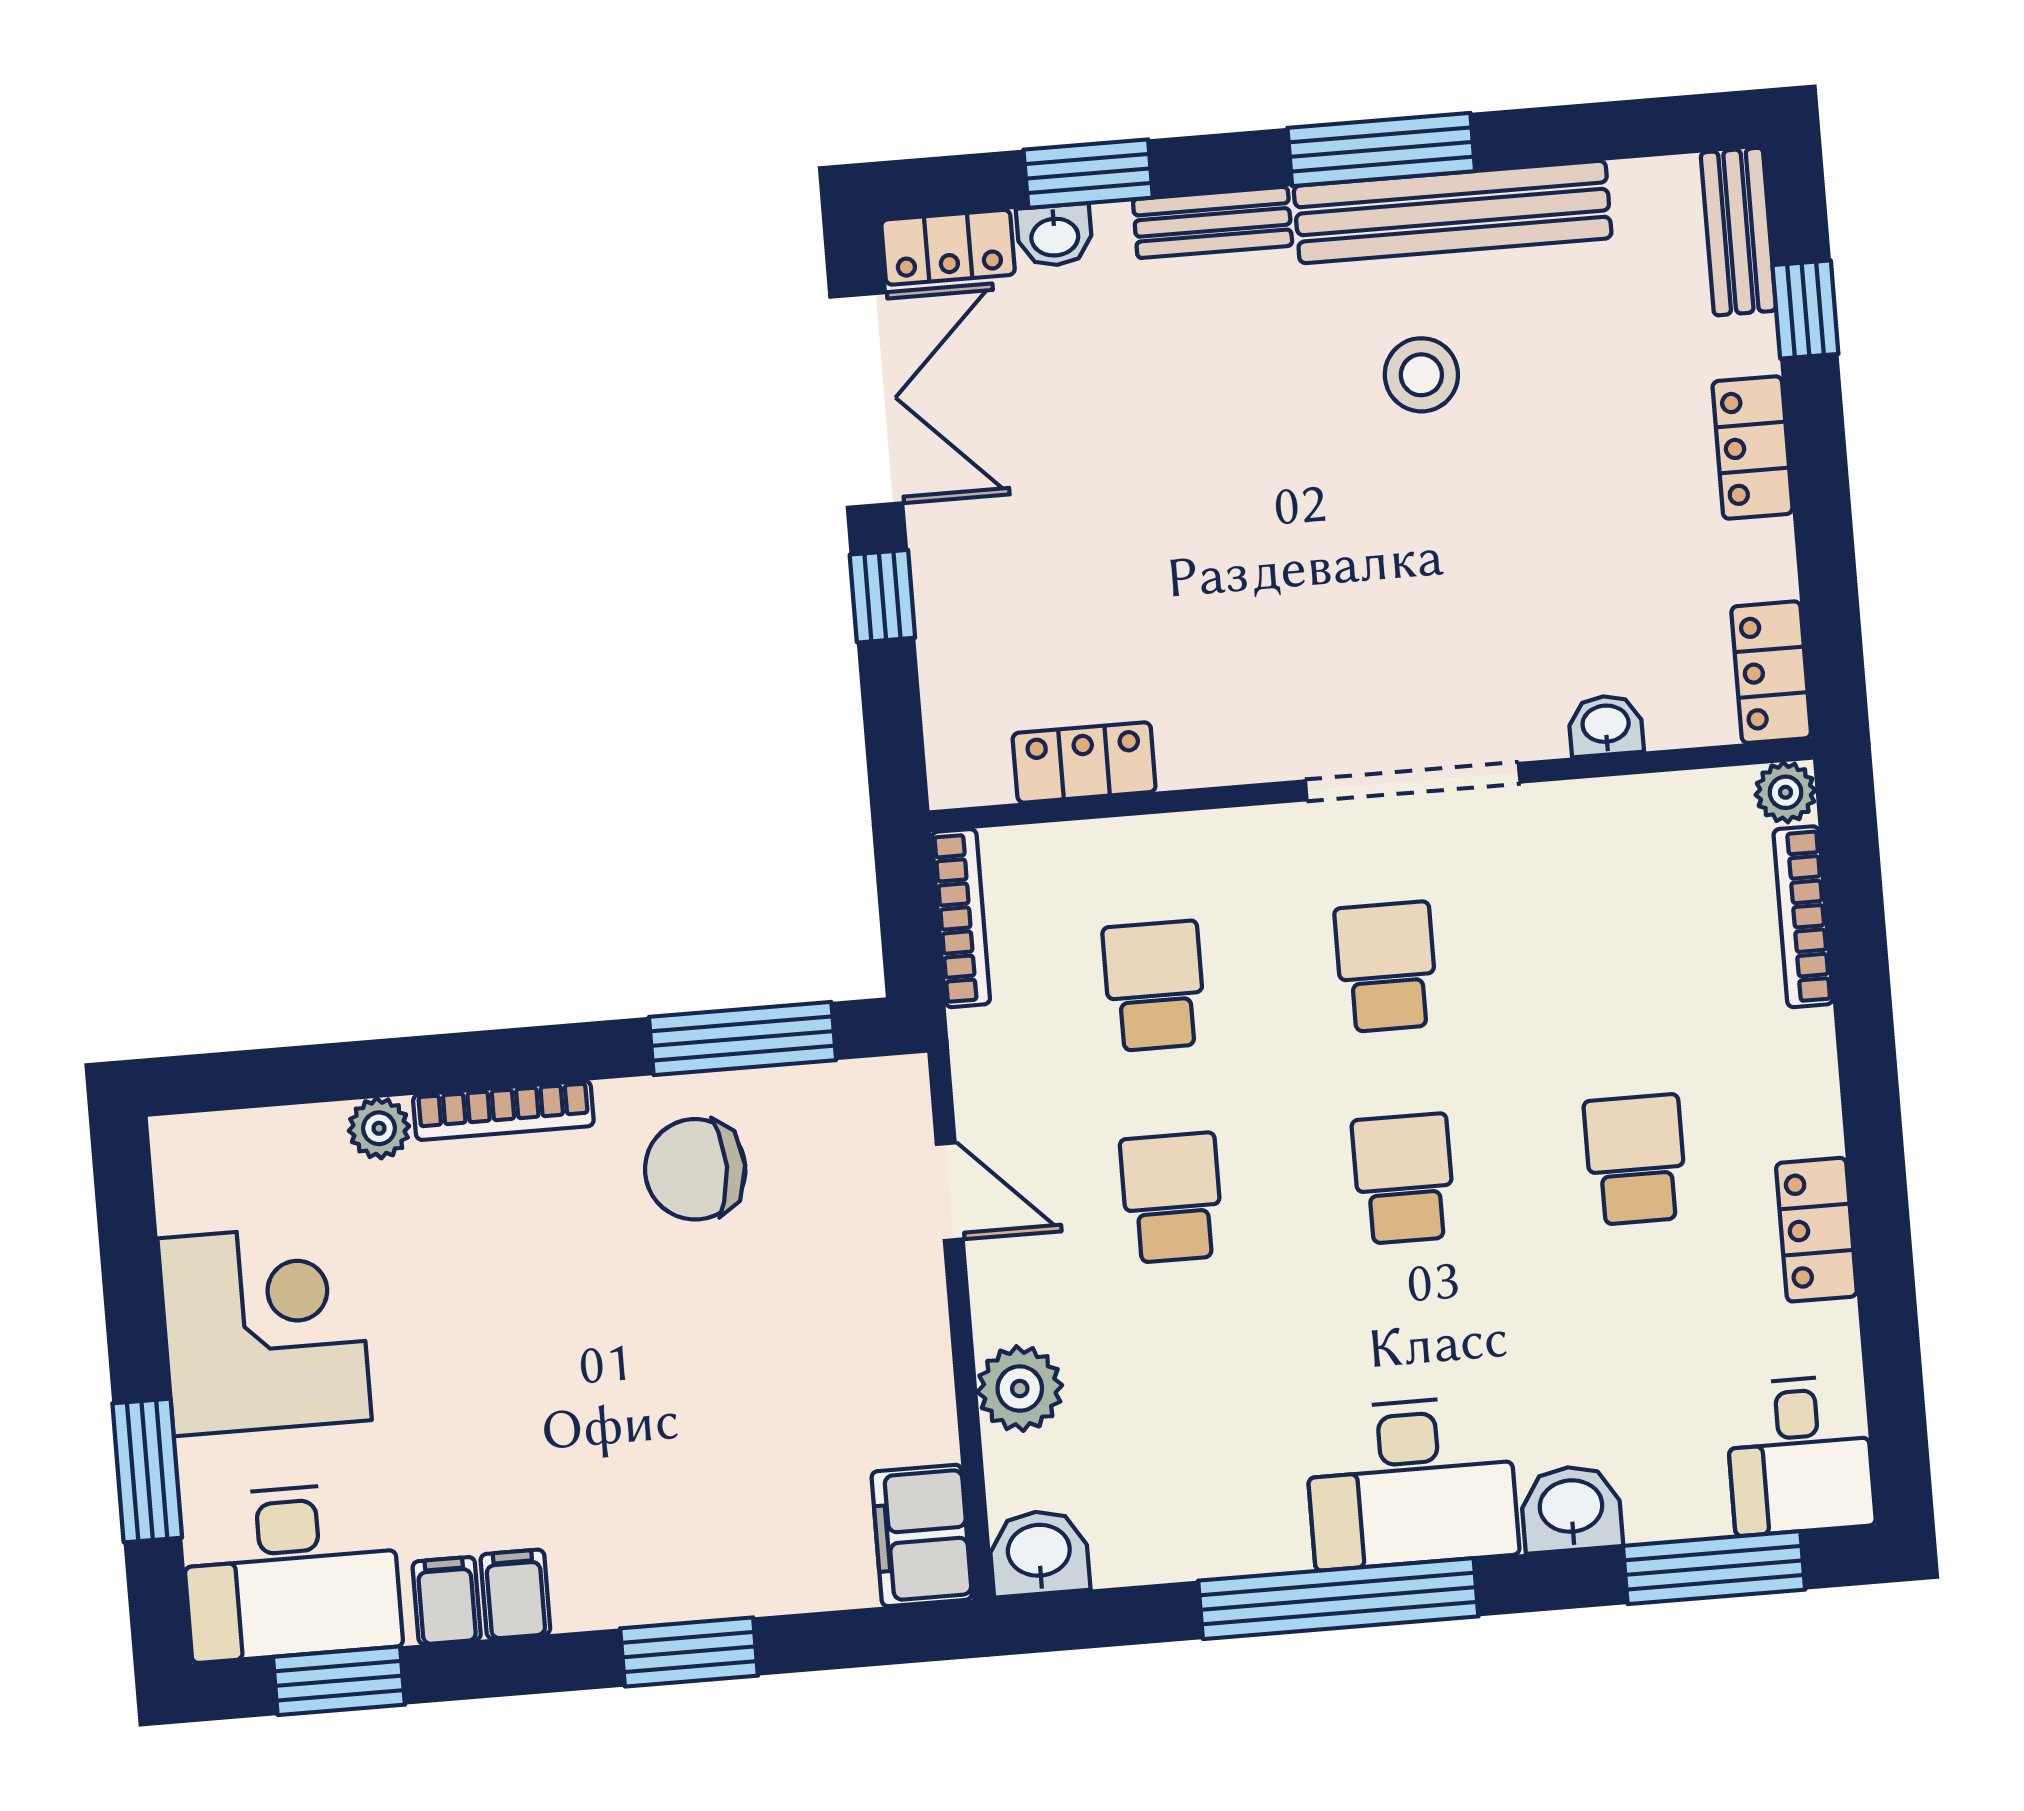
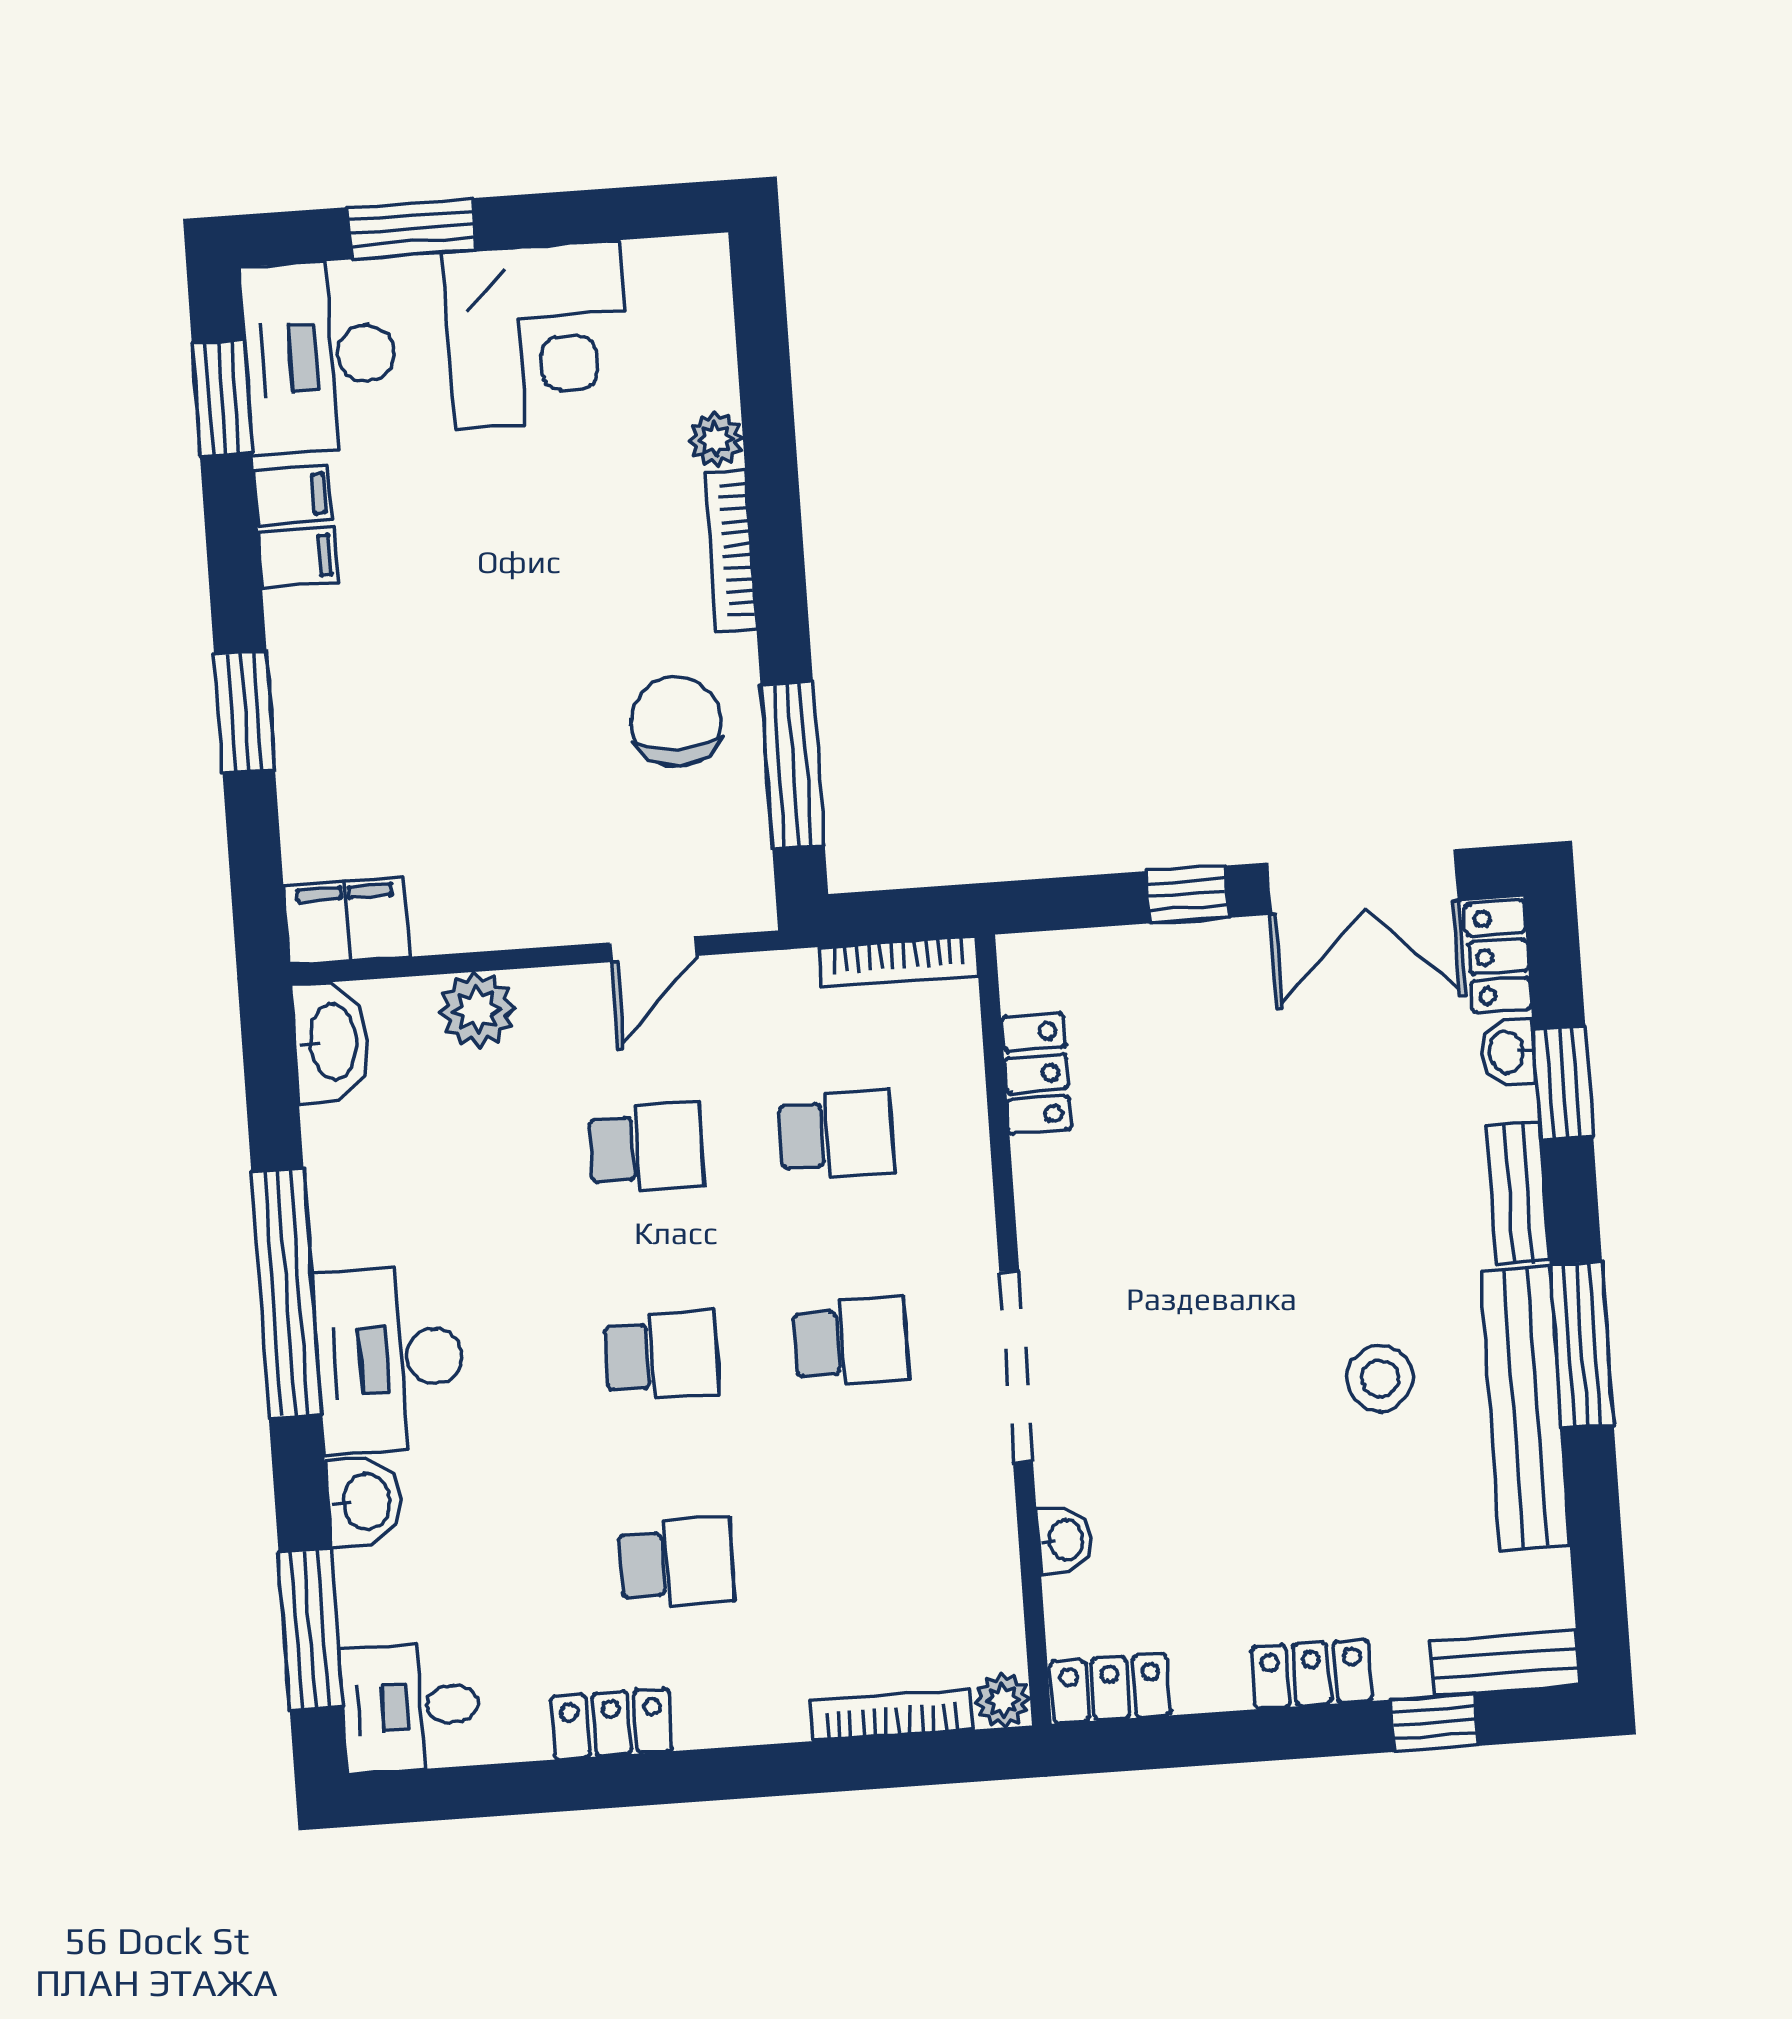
washbasin: (1039, 1553) -> (331, 1042), width x1.38

